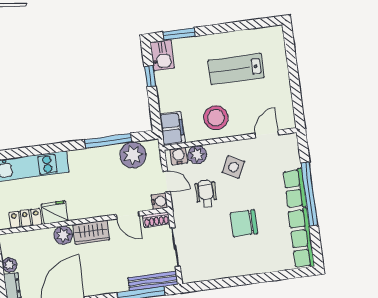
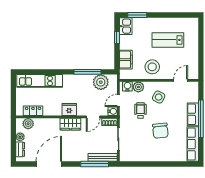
filing cabinet: (172, 128) -> (126, 60), moved
door: (166, 182) -> (118, 100), swing flipped
fridge: (55, 212) -> (69, 110), moved
door: (128, 215) -> (93, 117), hinge flipped
chair: (244, 223) -> (160, 131), turned -96
plant: (63, 235) -> (28, 124), moved

